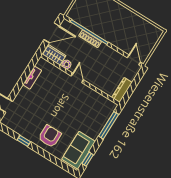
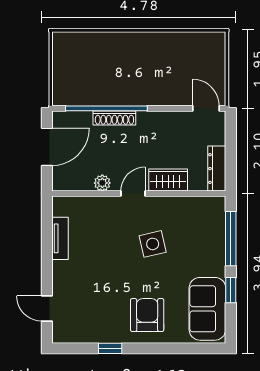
wardrobe: (54, 55) -> (168, 180), moved
door: (77, 78) -> (133, 194), hinge flipped
side table: (72, 106) -> (153, 244), added
window: (88, 159) -> (231, 290), moved

